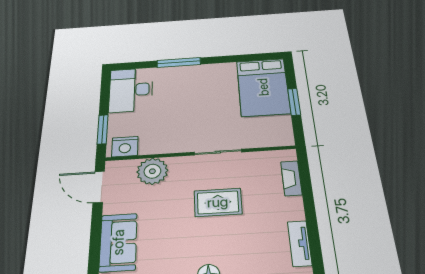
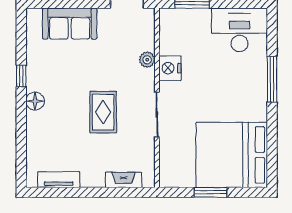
bed: (263, 87) -> (232, 155), width x1.36
nightstand: (125, 147) -> (170, 68), moved
plant: (152, 171) -> (147, 60), width x0.53, depth x0.53

